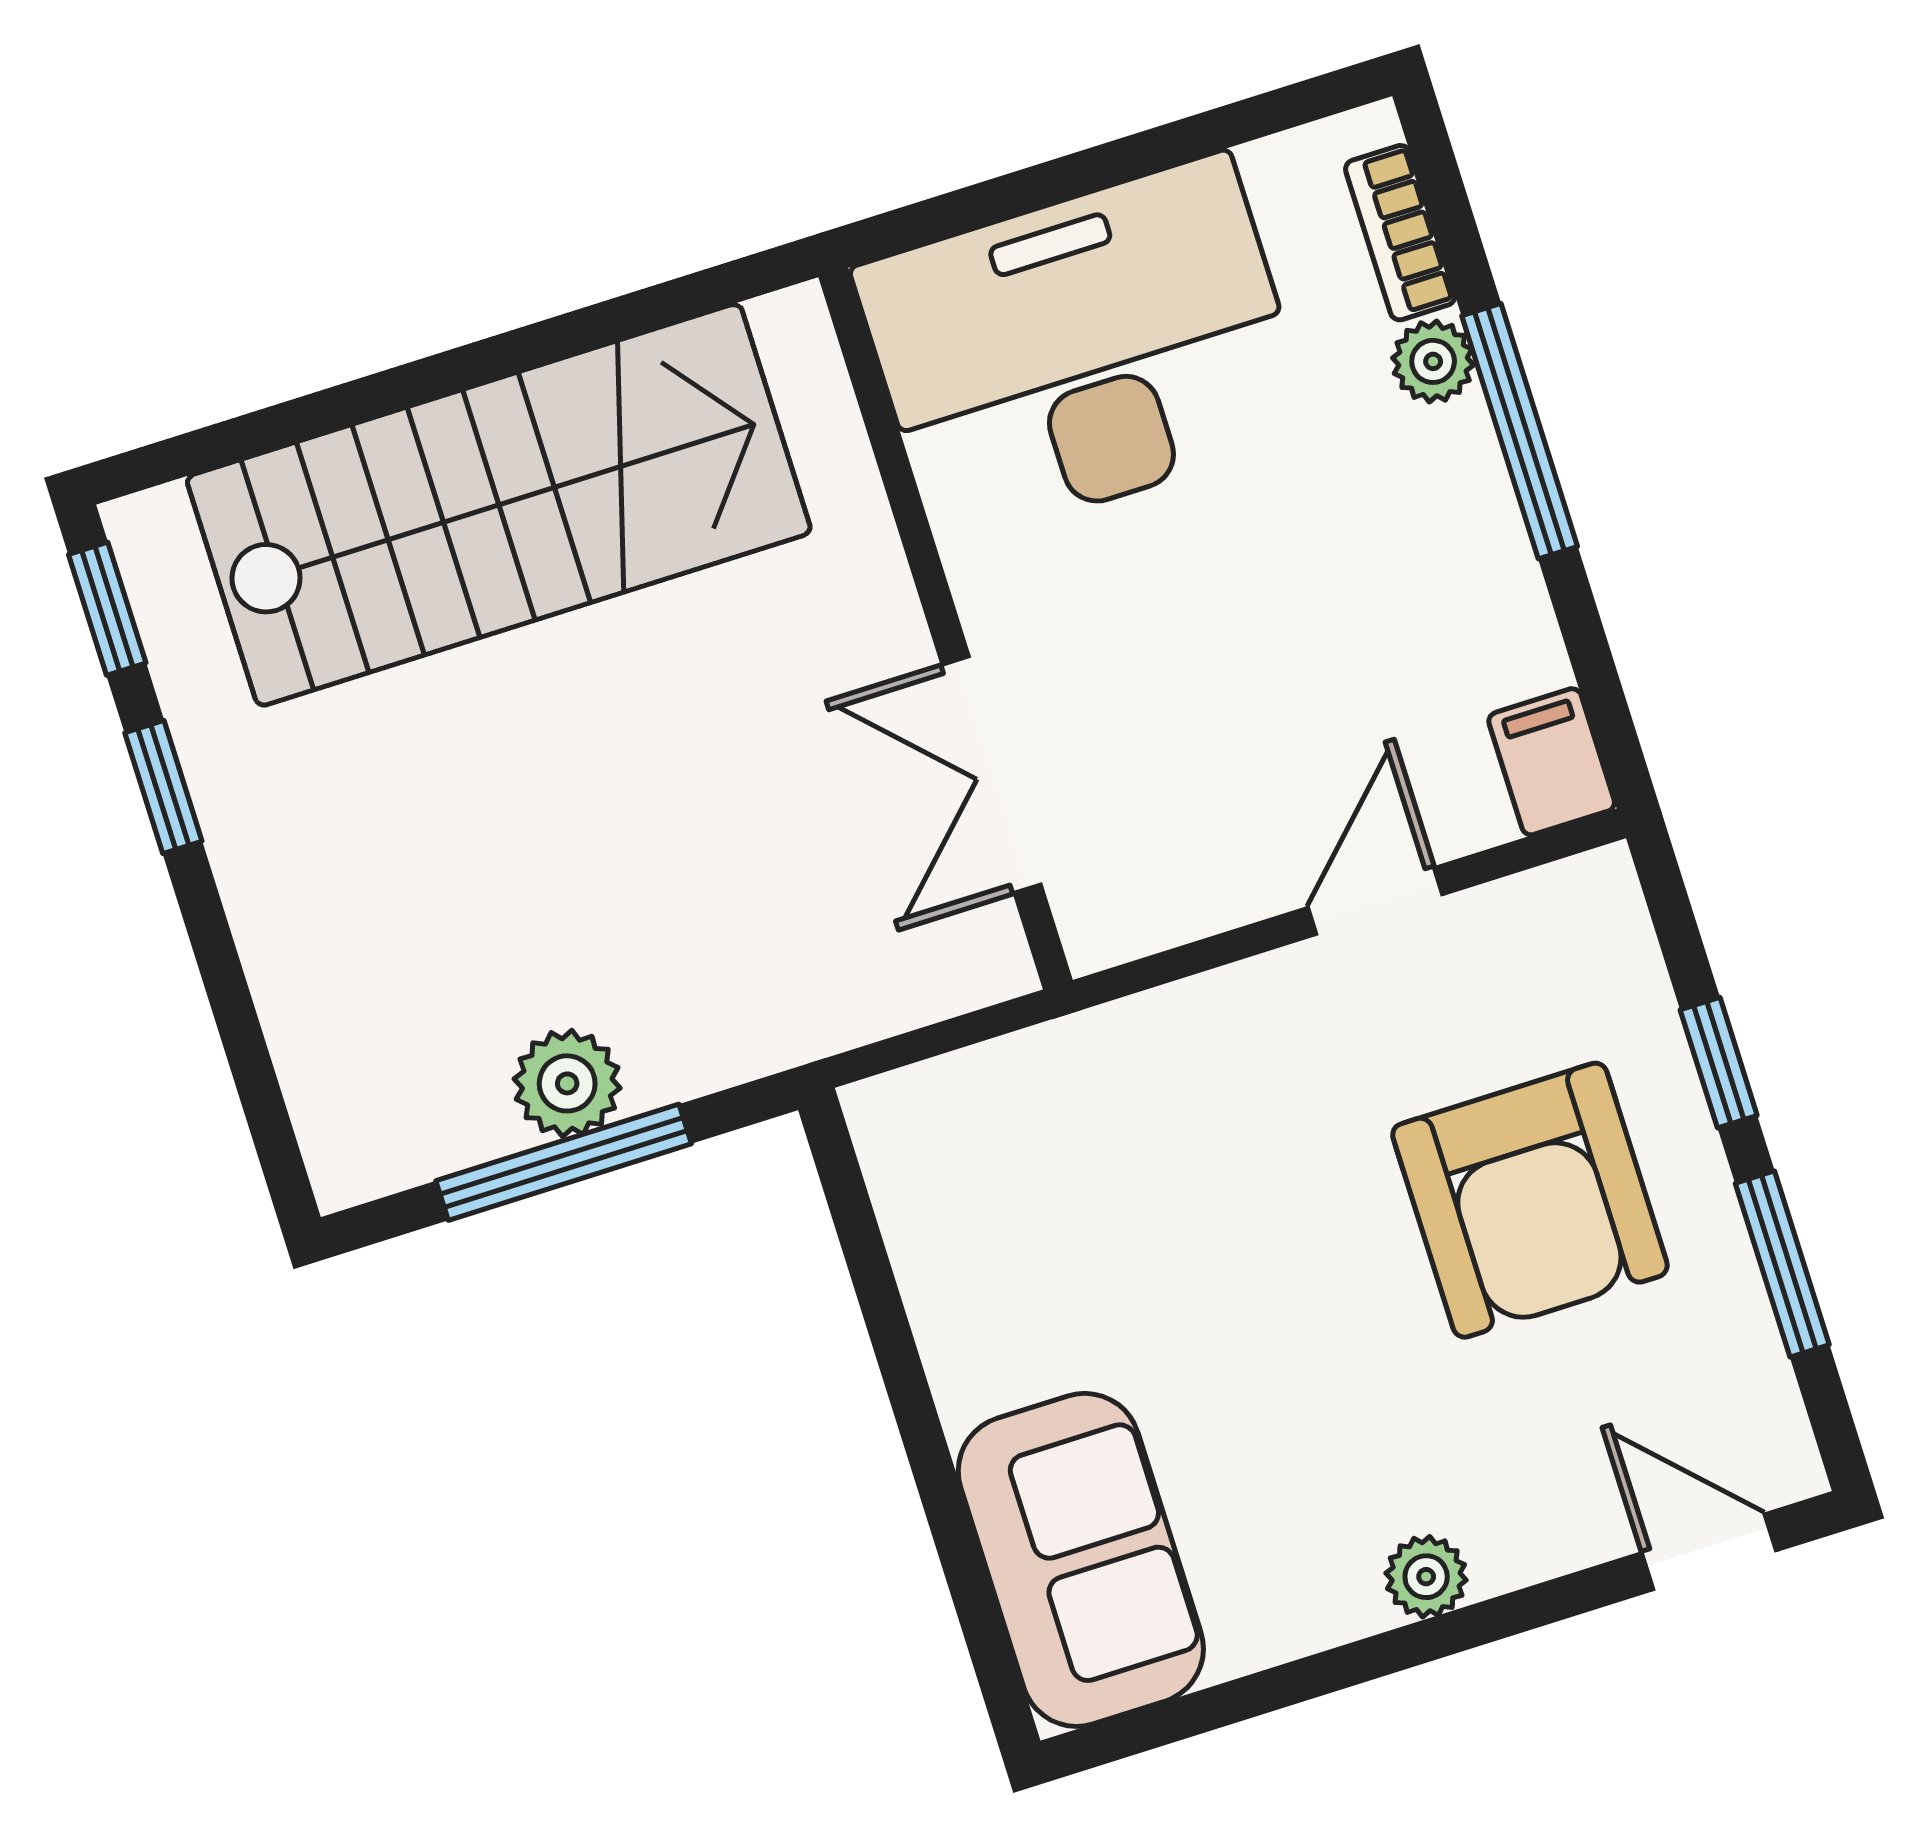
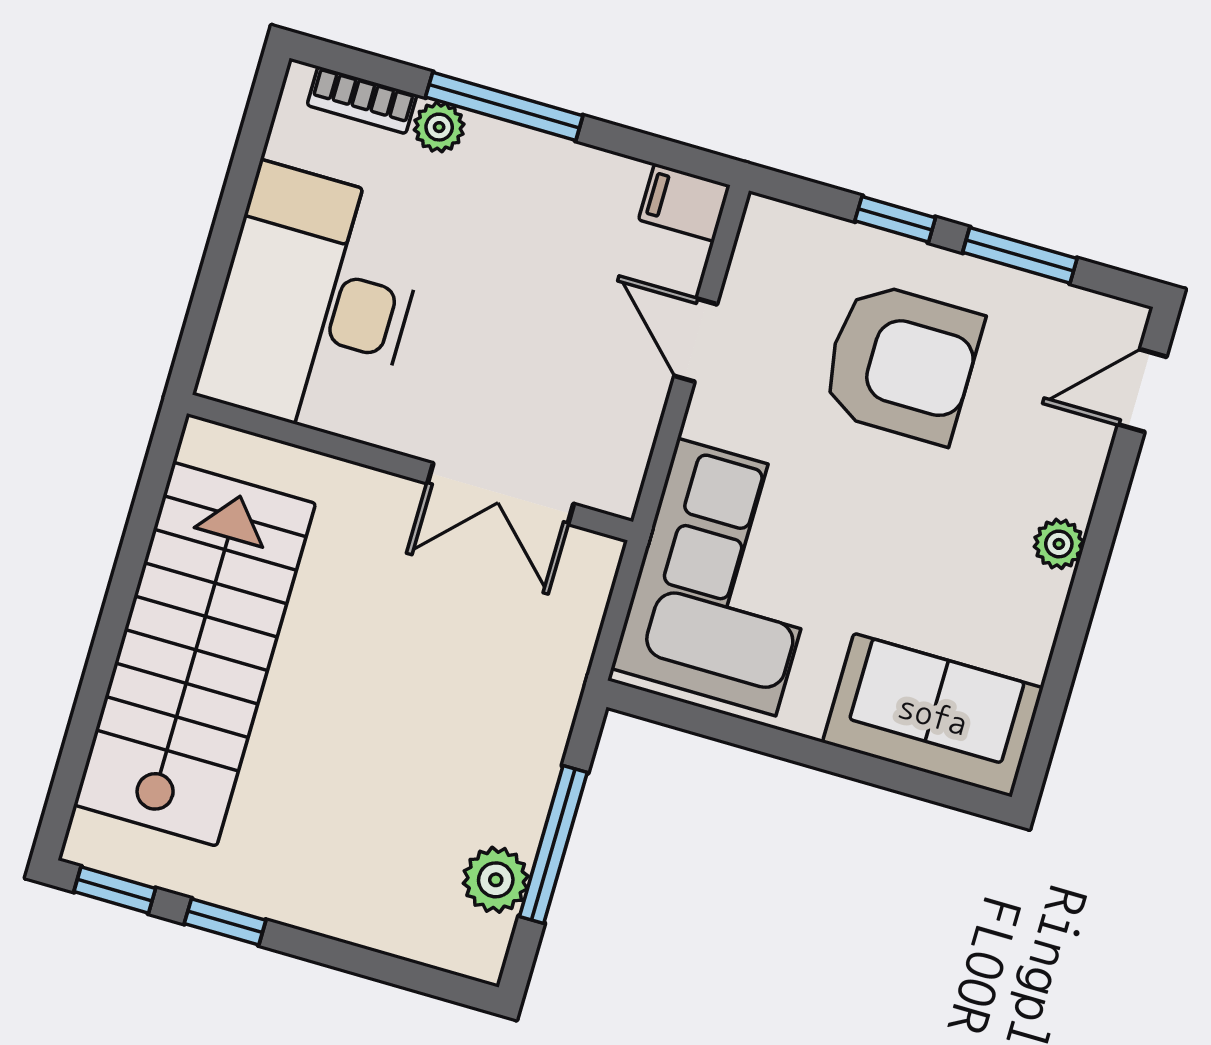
plant: (567, 1083) -> (496, 880), moved
corner sofa: (1082, 1156) -> (726, 577), added

